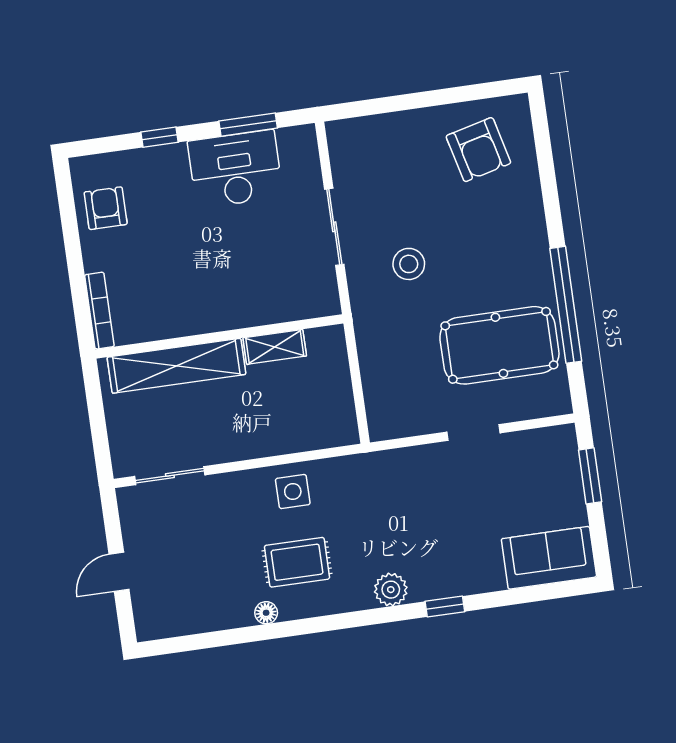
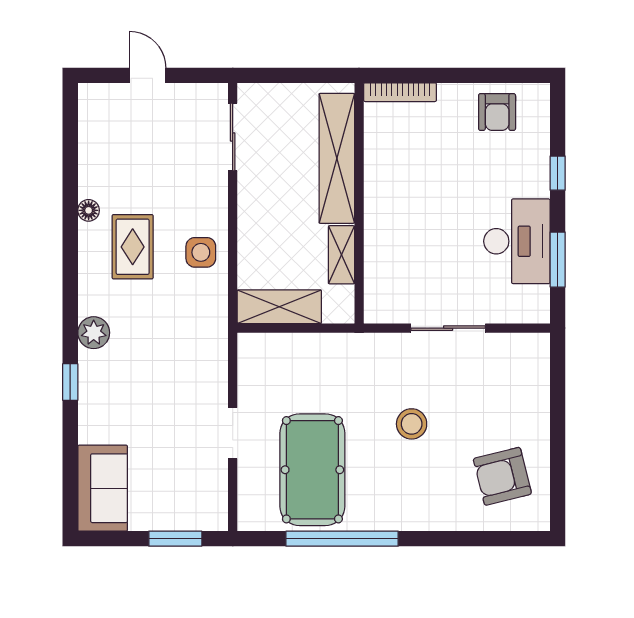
armchair: (106, 208) -> (497, 112), turned 90
stool: (409, 264) -> (412, 424), moved
shelving: (337, 403) -> (279, 307), added

